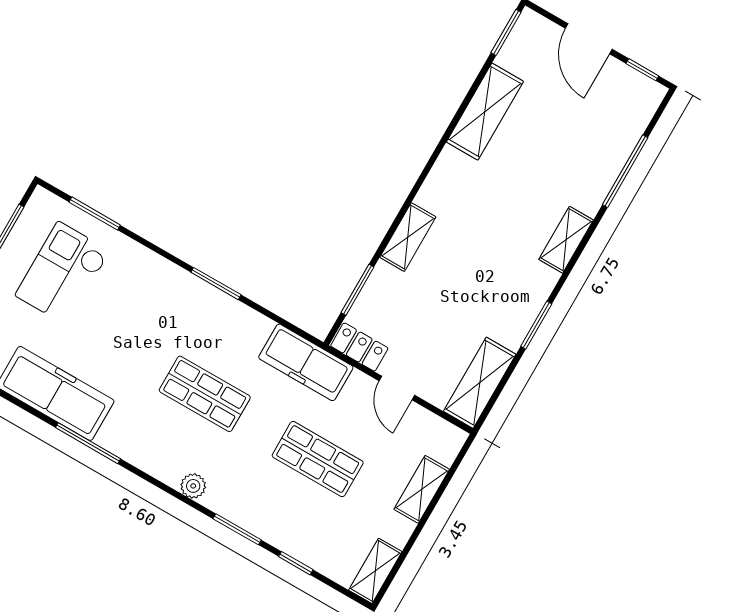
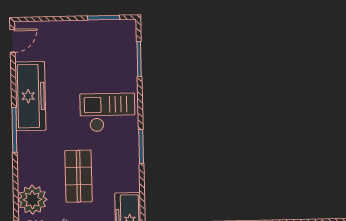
checkout: (63, 273) -> (108, 112), moved
plant: (193, 486) -> (32, 200), width x1.87, depth x1.87

